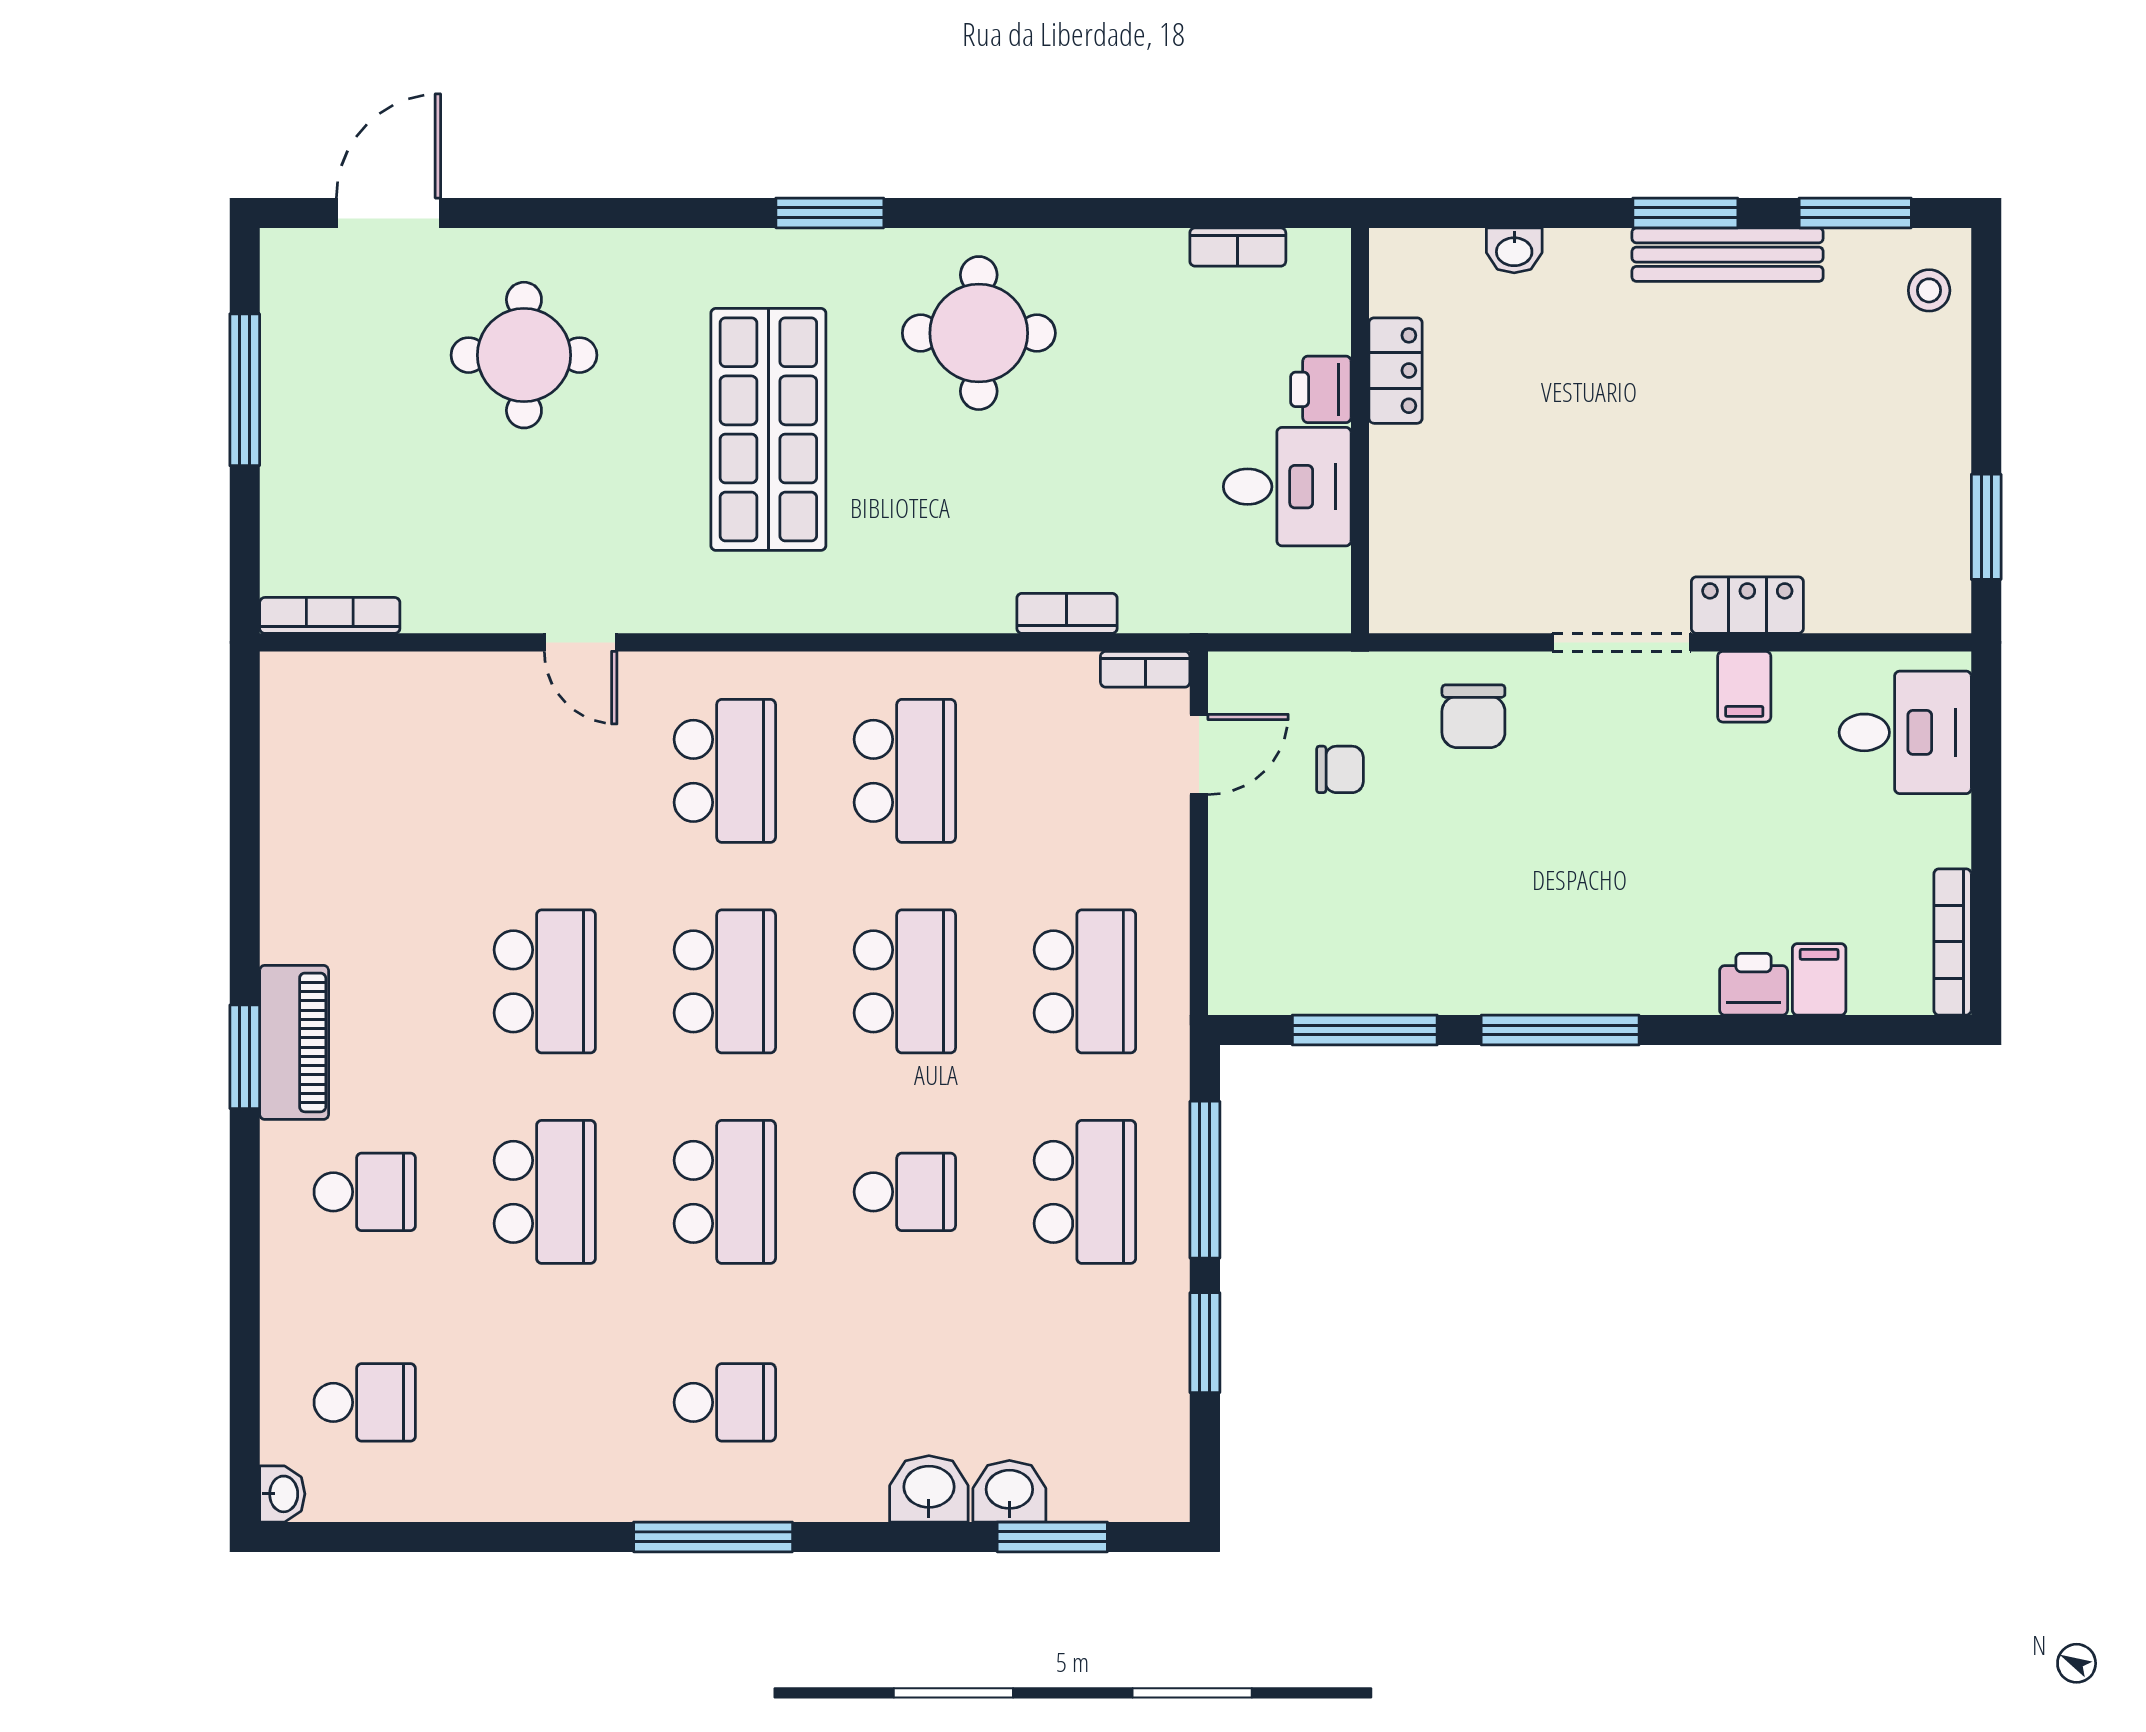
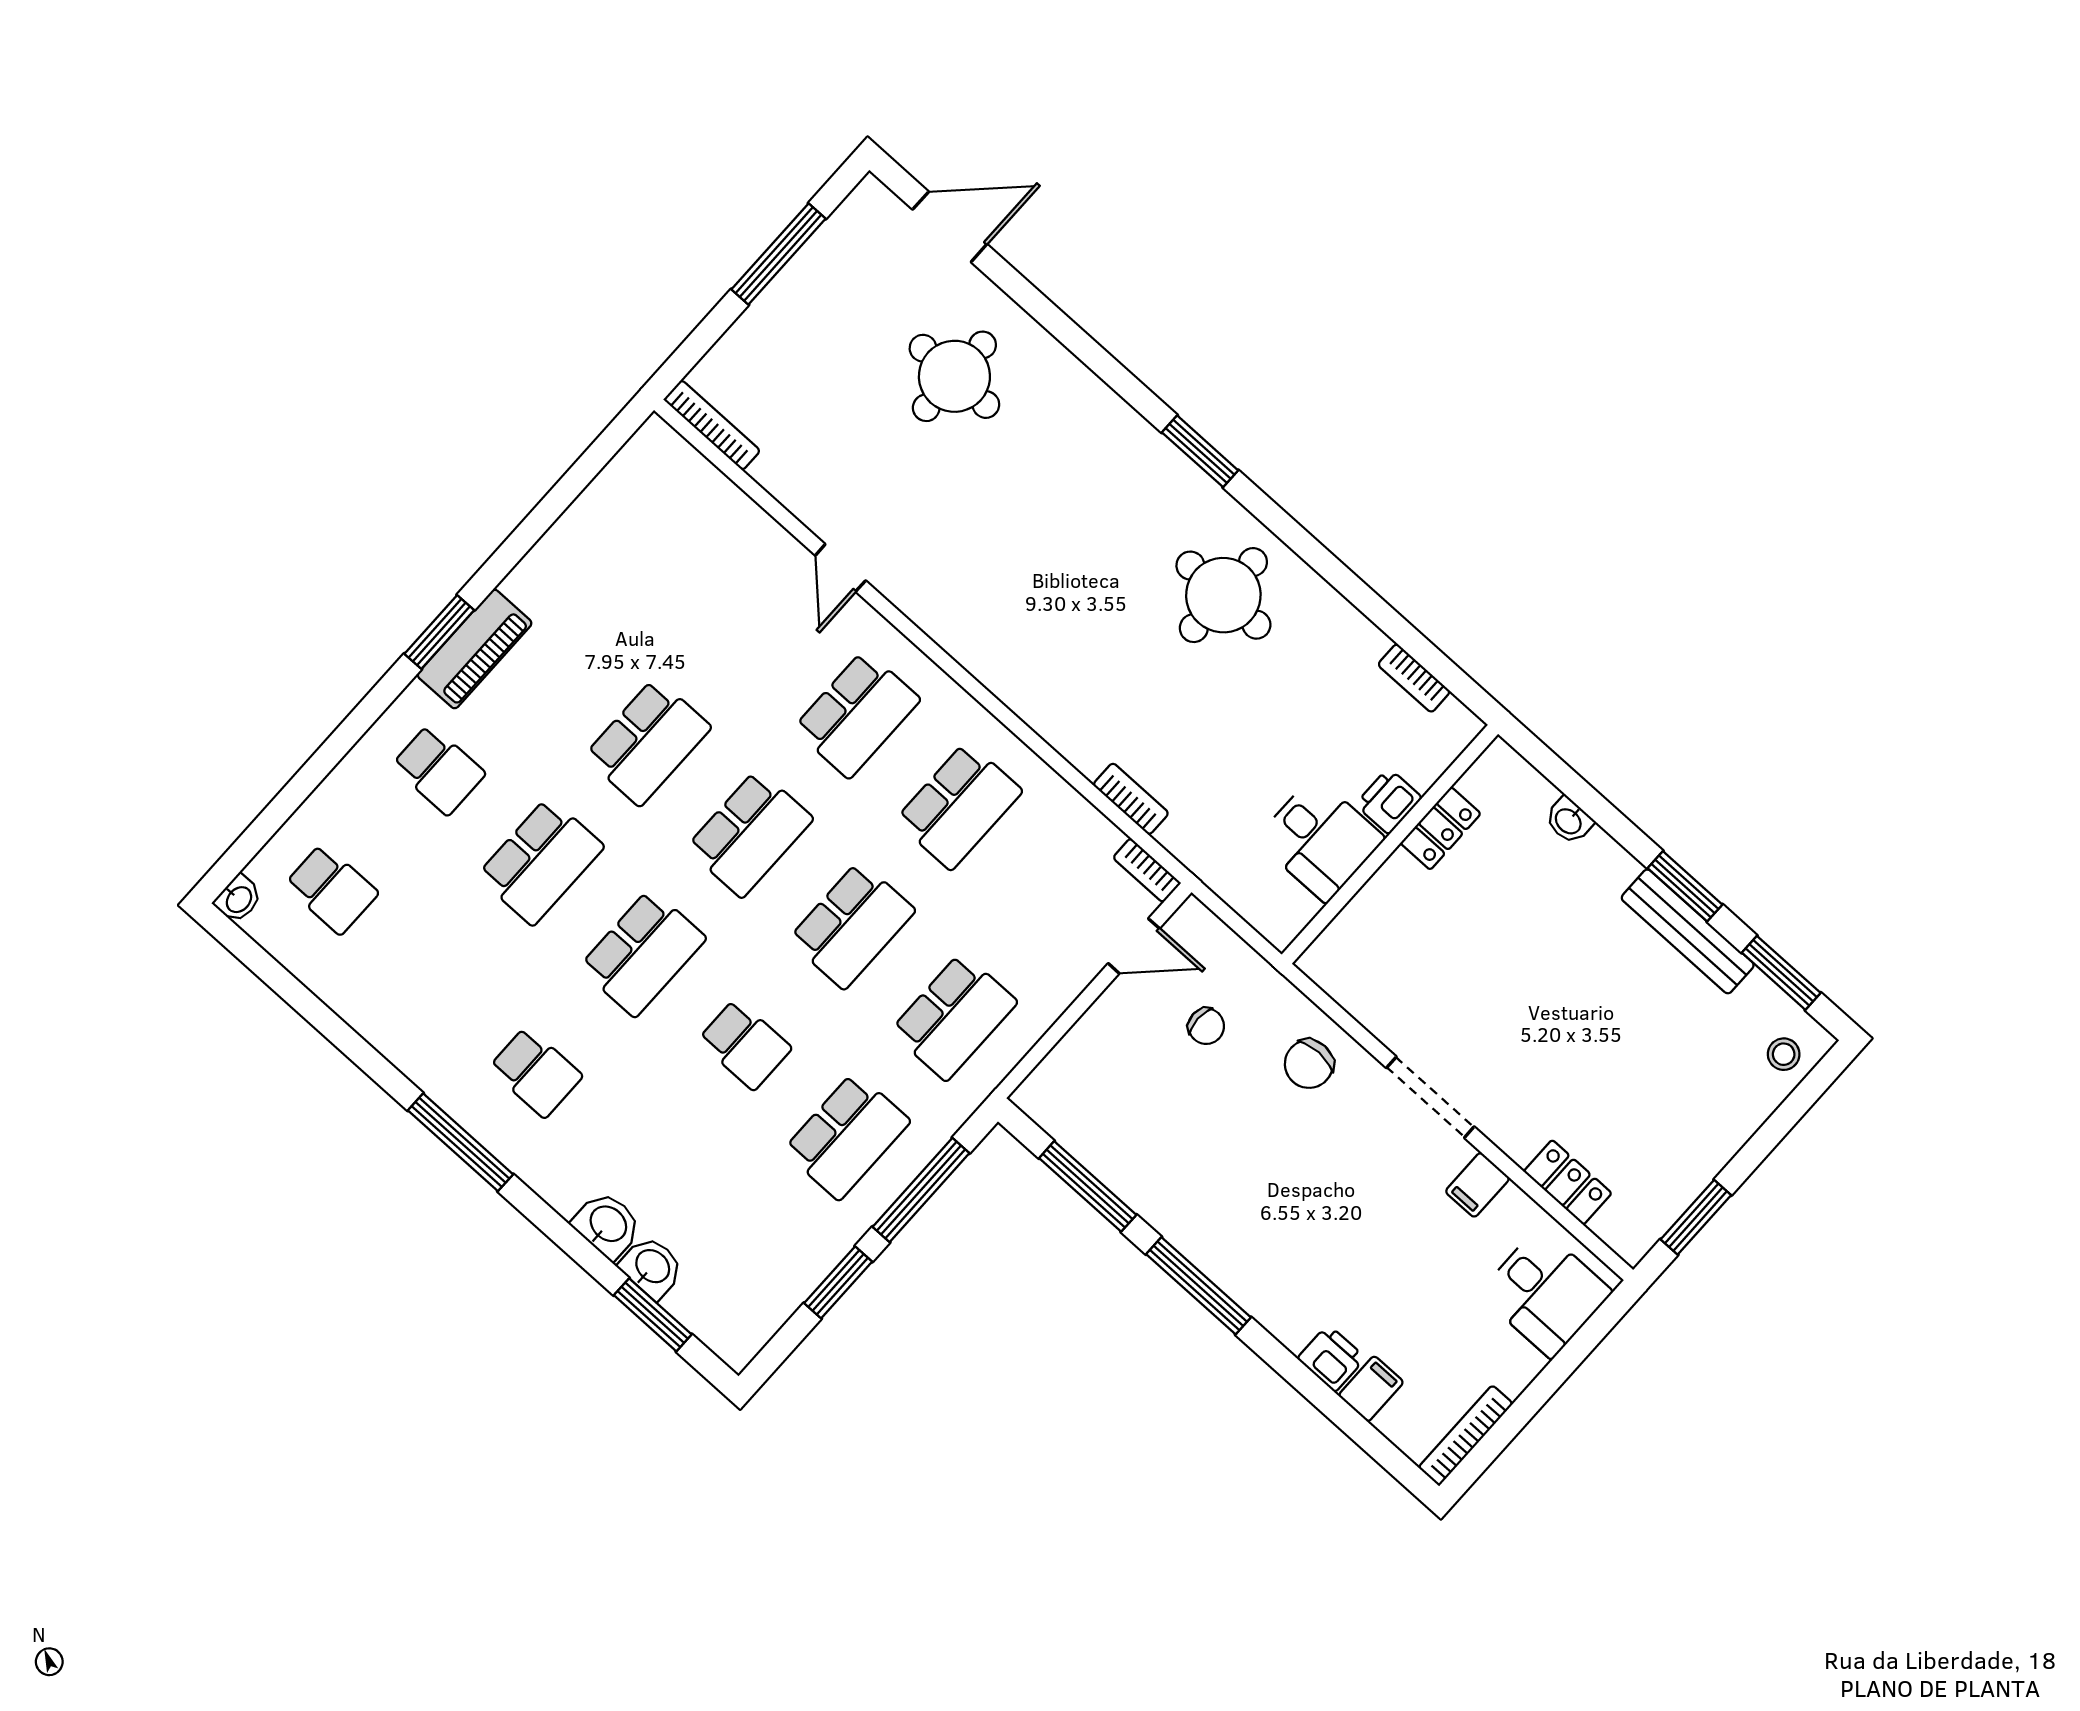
shop shelf: (768, 429) -> (1055, 543), removed
locker: (1747, 605) -> (1568, 1182), moved

